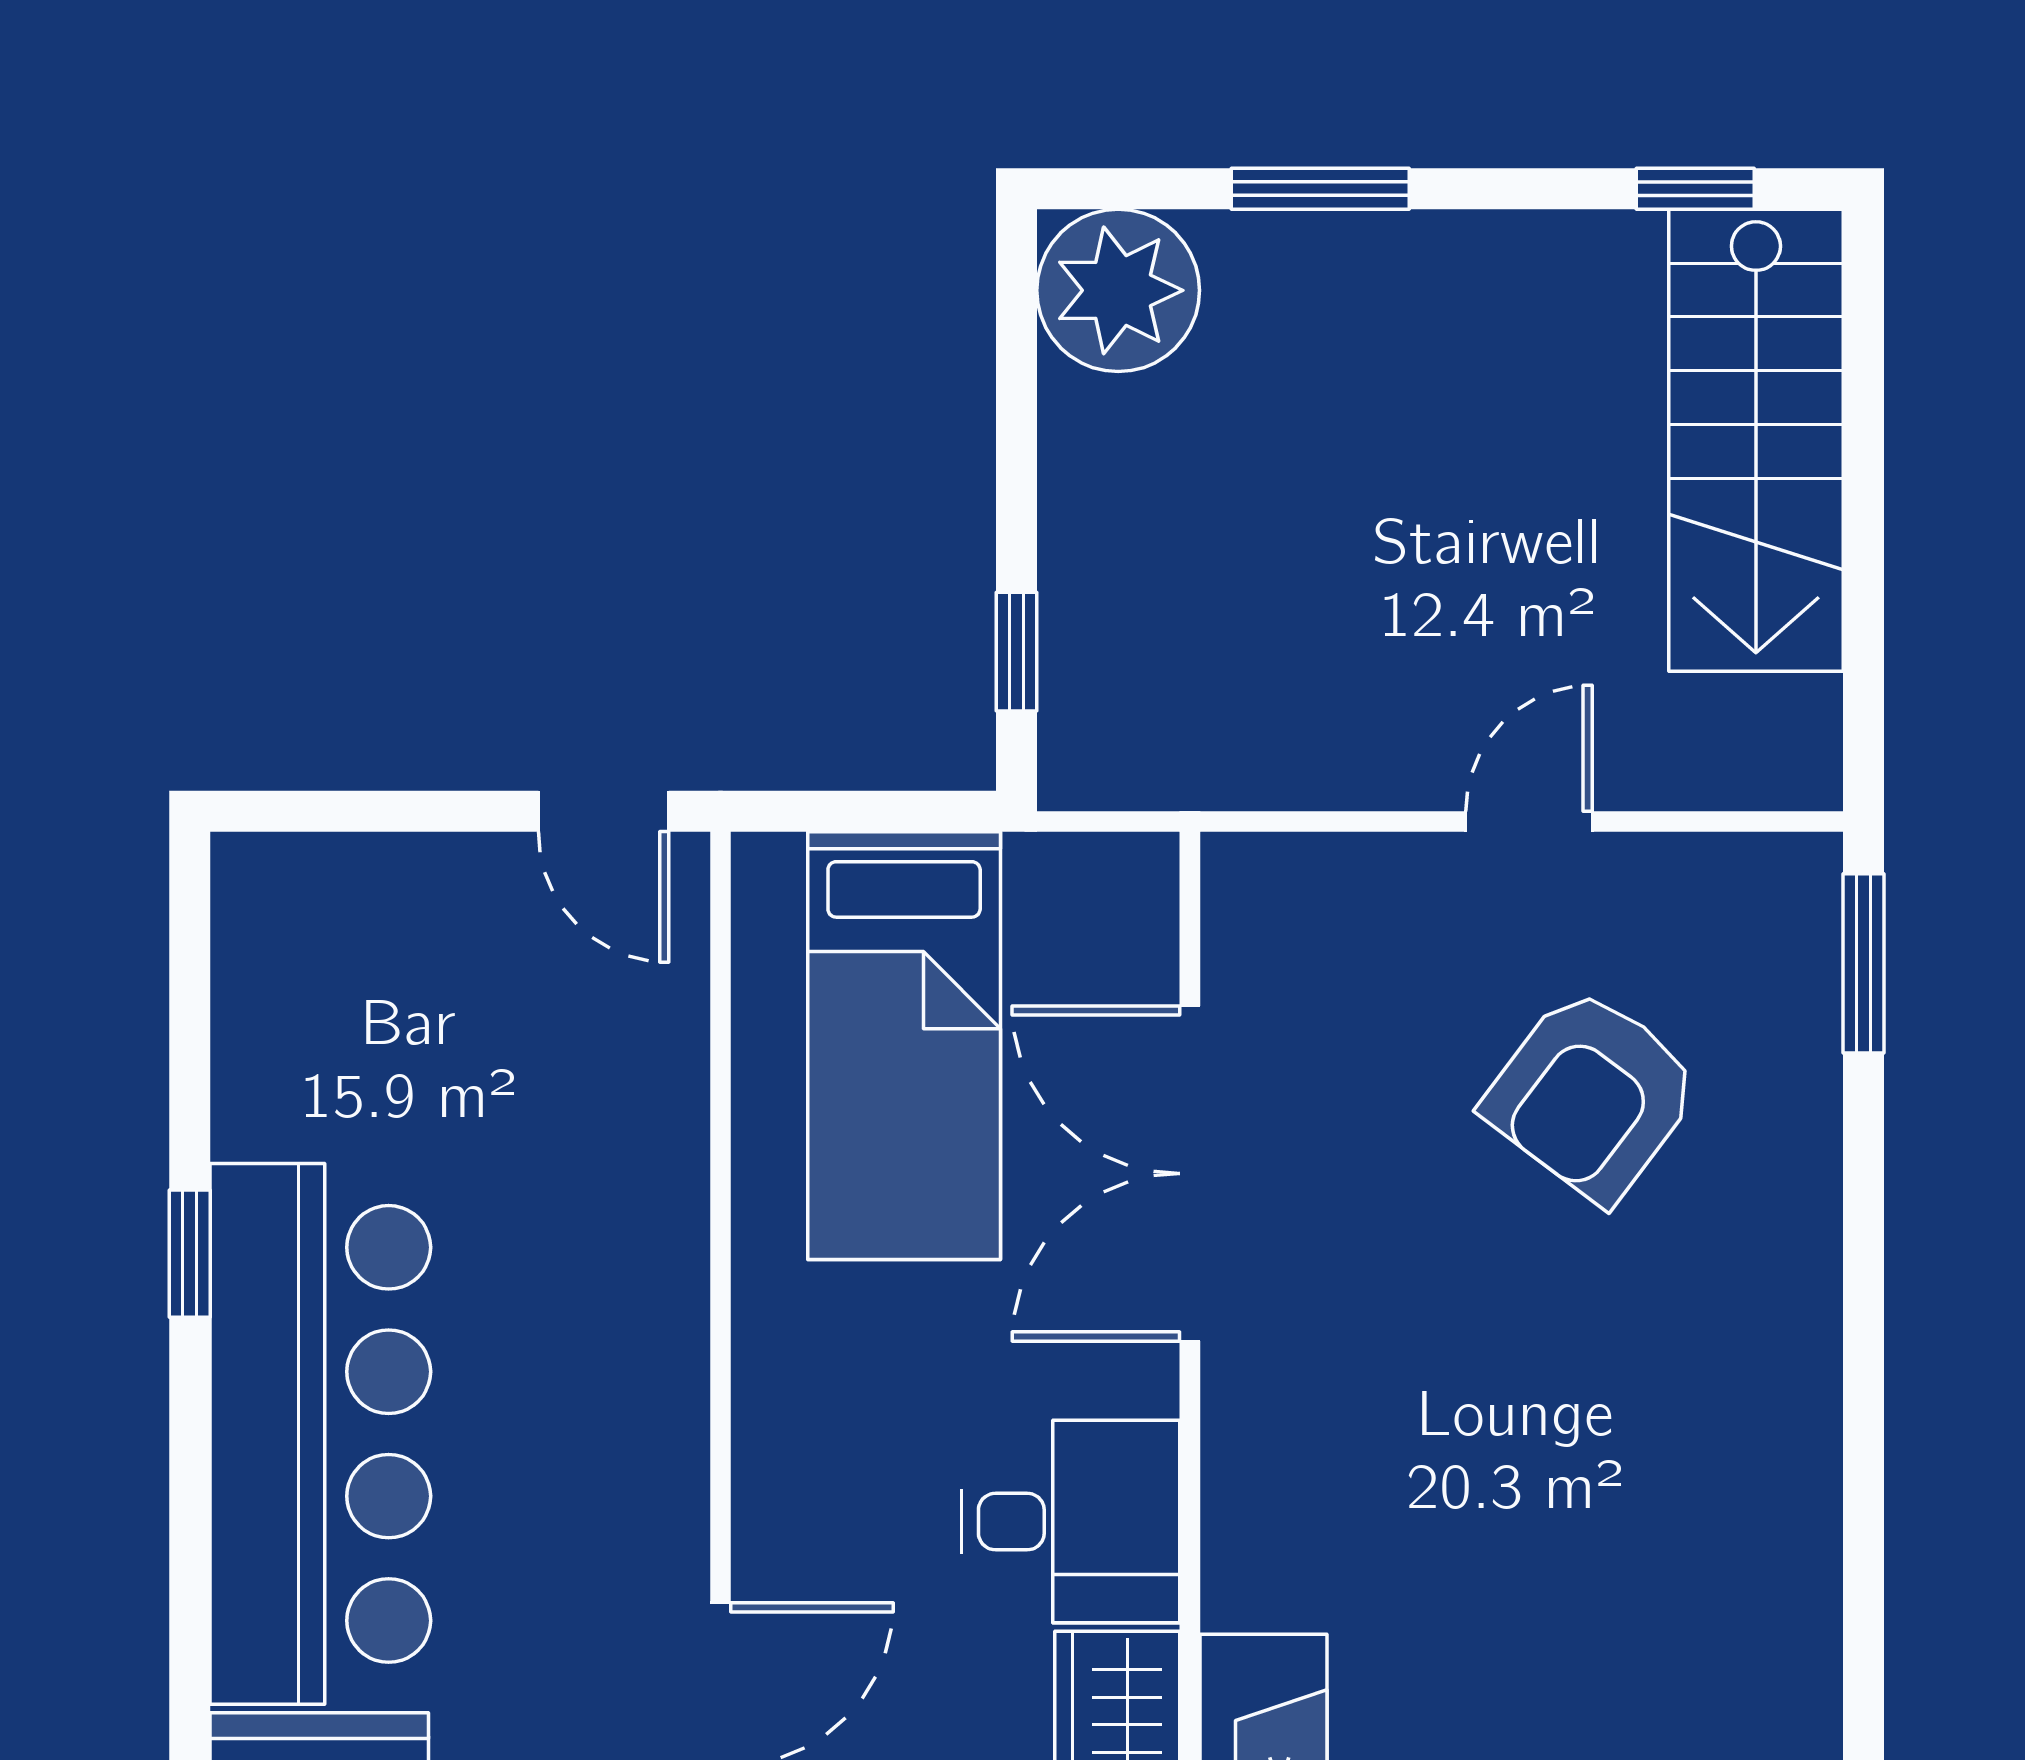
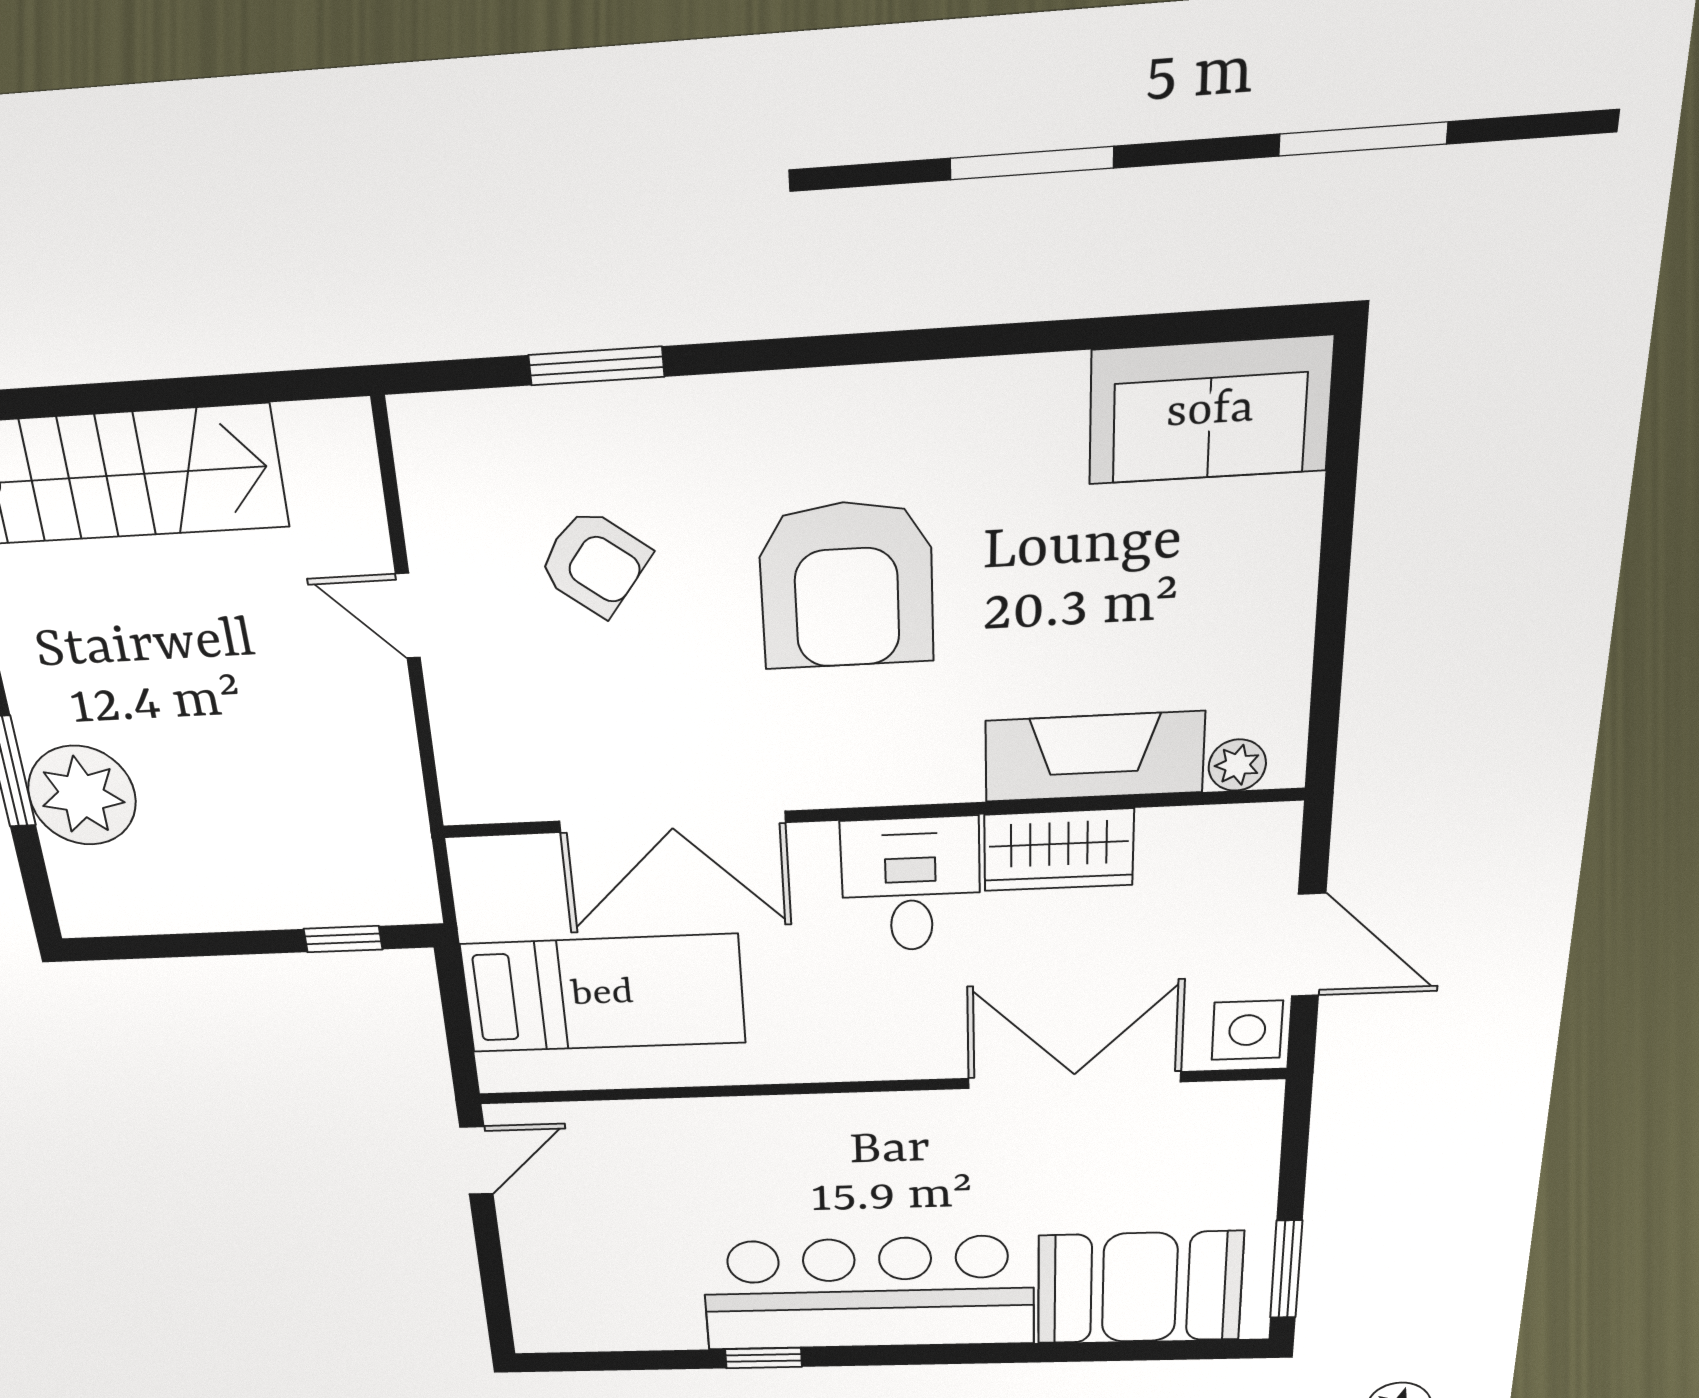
plant: (1118, 290) -> (82, 795), moved
window: (1864, 963) -> (596, 366), moved
armchair: (1592, 1094) -> (594, 563), width x0.72, depth x0.72
armchair: (1540, 1444) -> (846, 585), added

